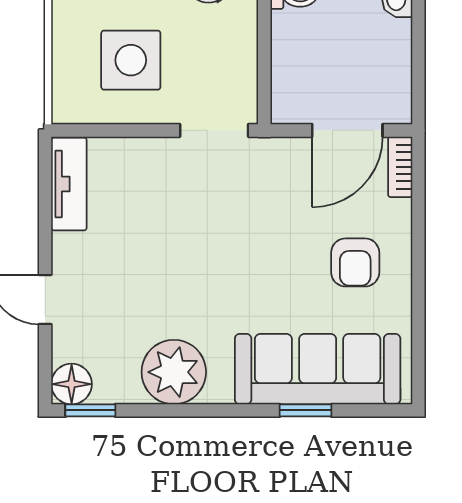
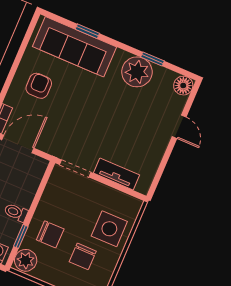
side table: (131, 60) -> (109, 229), moved
tv unit: (69, 184) -> (117, 174), moved, turned 90
window: (90, 410) -> (153, 59), moved

